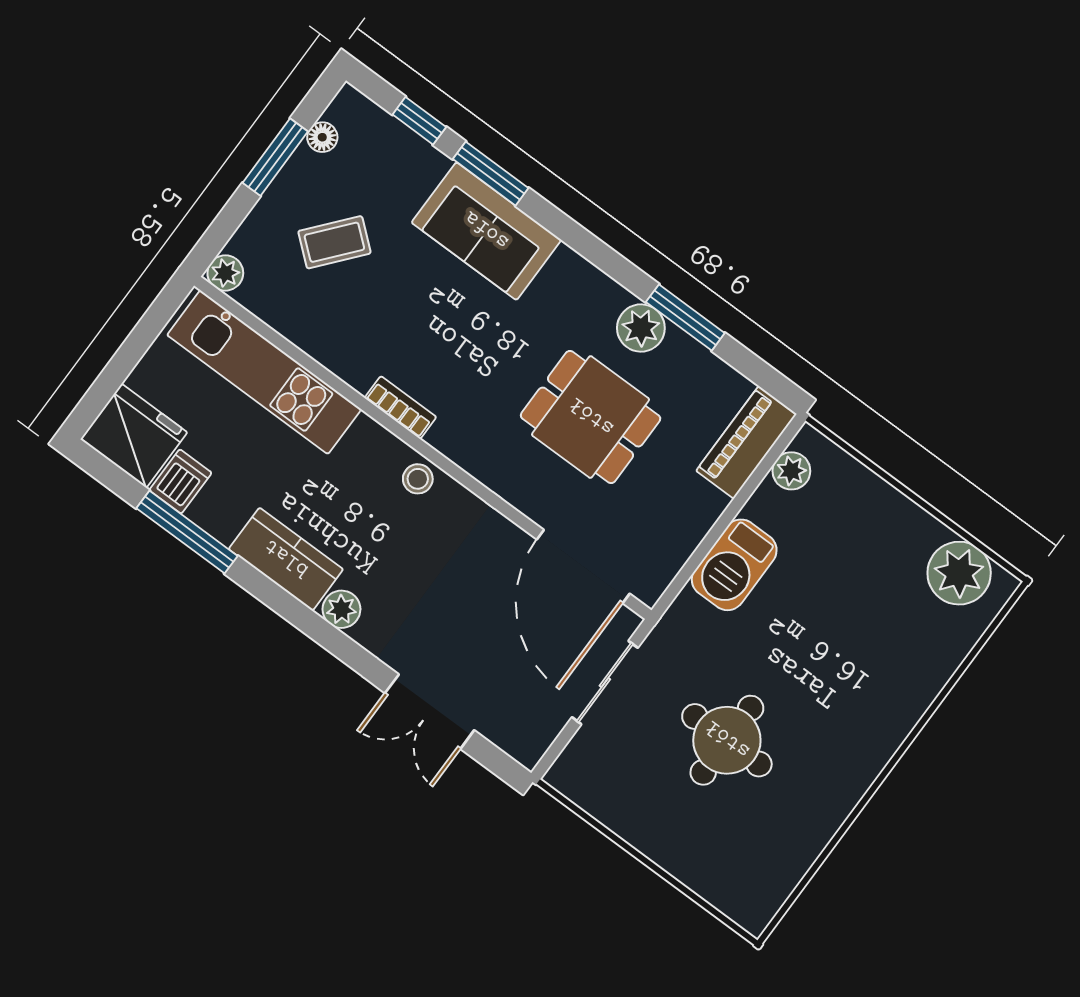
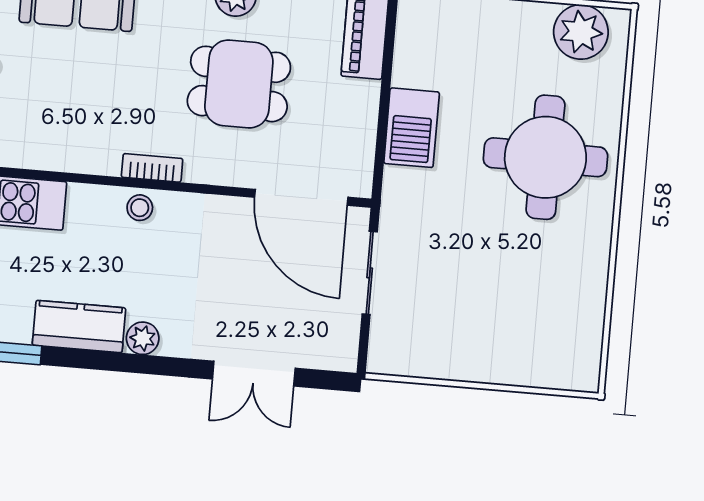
bookcase: (400, 407) -> (152, 168), moved
plant: (791, 471) -> (411, 33), removed
round table: (727, 740) -> (545, 157), moved, width x1.36, depth x1.36

